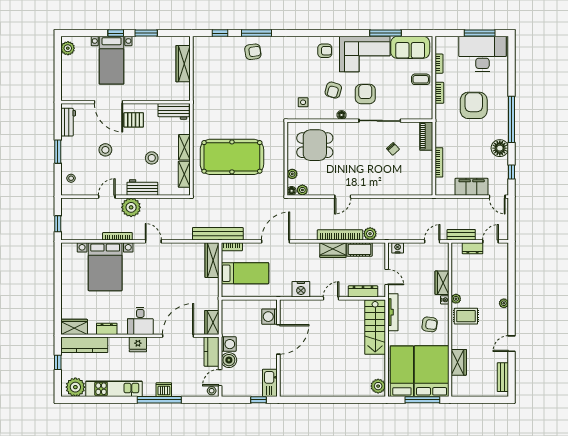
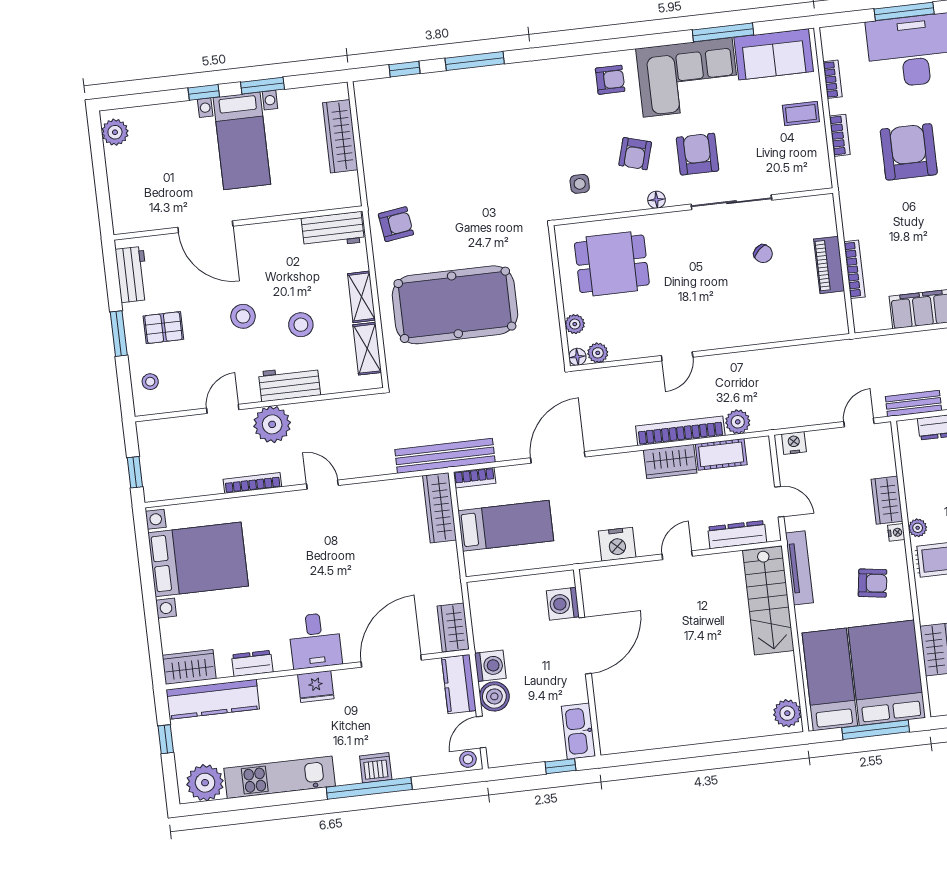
armchair: (253, 52) -> (396, 224), moved
bed with nightstands: (112, 60) -> (242, 141), moved
pallet: (134, 120) -> (163, 328), moved
piano: (426, 136) -> (829, 265), moved
stool: (105, 150) -> (243, 316), moved
bed with nightstands: (105, 267) -> (198, 559), moved, turned -90

